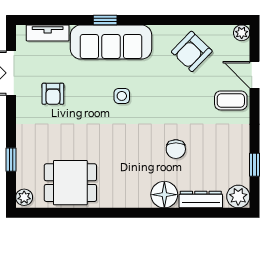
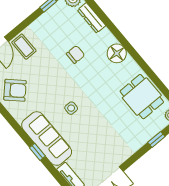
armchair: (53, 94) -> (101, 147), removed
floor lamp: (164, 195) -> (117, 53), moved

